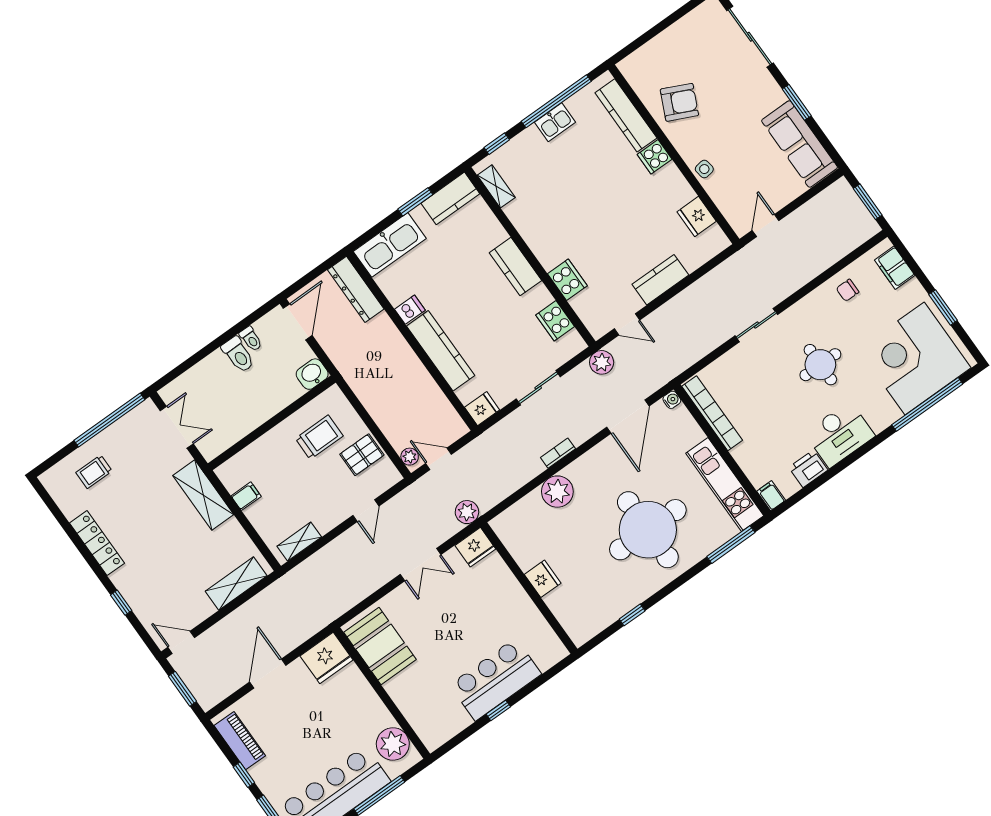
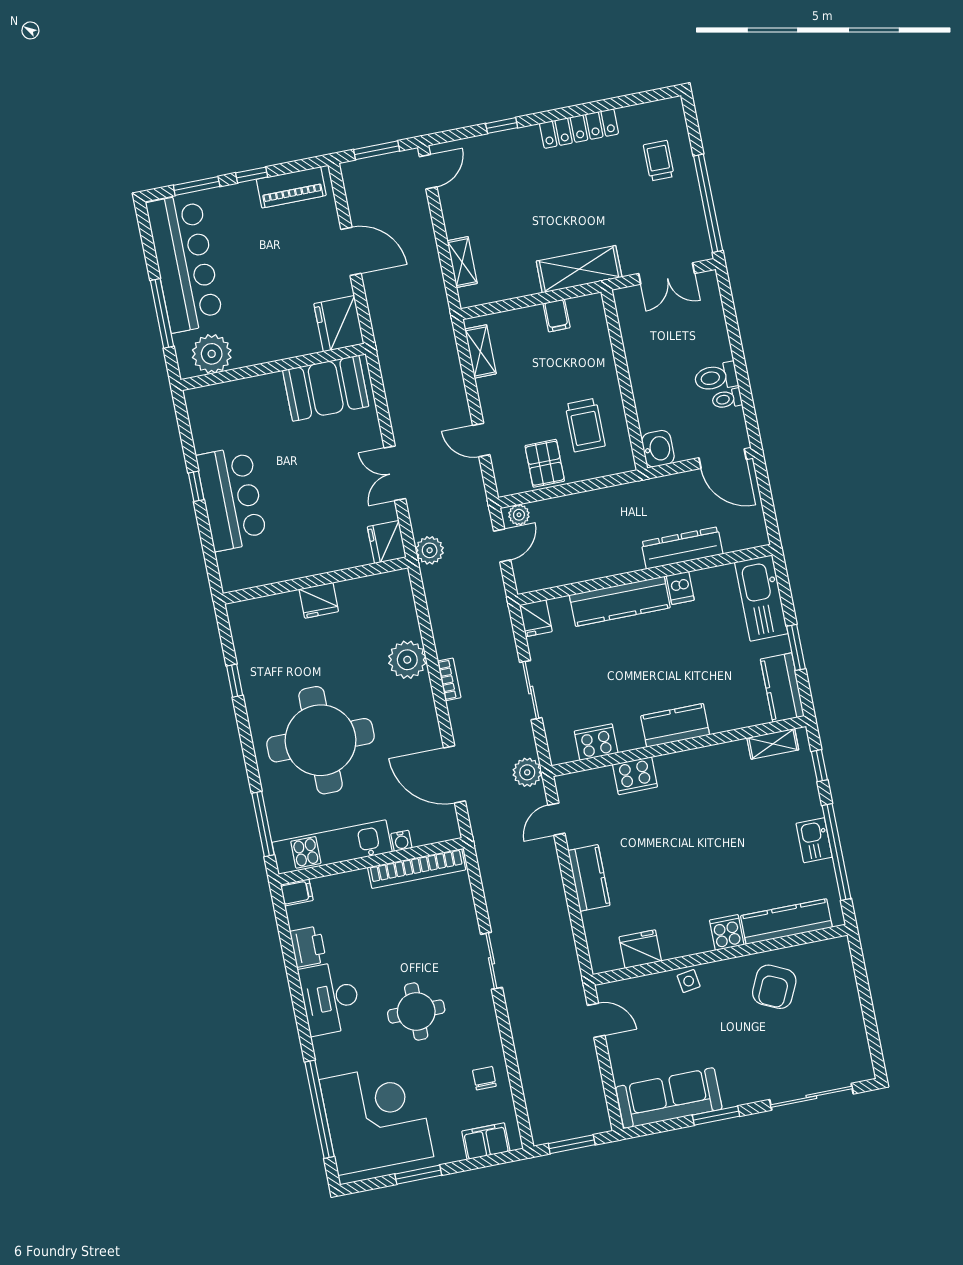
dresser: (356, 289) -> (682, 548), moved
water cooler: (672, 400) -> (401, 841), moved
shelving: (236, 583) -> (462, 262), width x0.67, depth x0.75

